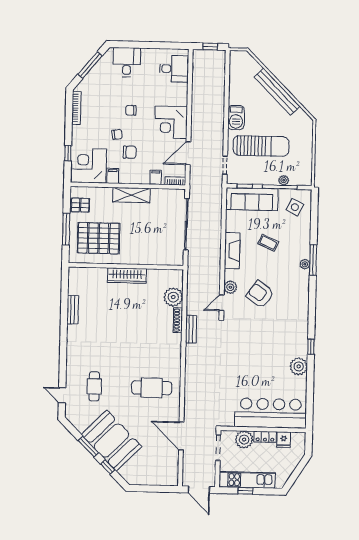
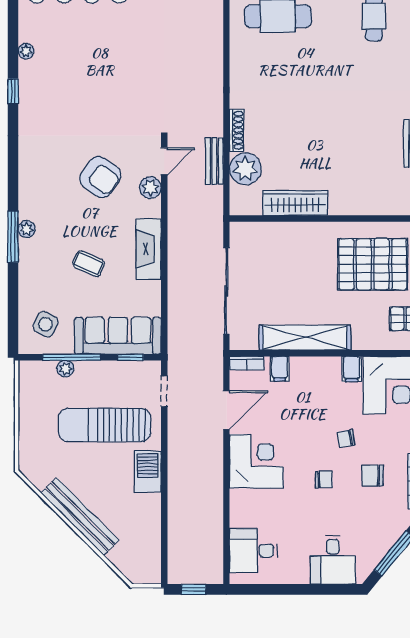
chair: (130, 152) -> (373, 475), moved
shelving: (131, 195) -> (305, 338), width x1.47
wardrobe: (127, 276) -> (295, 203), moved
bench: (191, 329) -> (214, 161), moved
plant: (299, 366) -> (26, 51), width x0.53, depth x0.53

